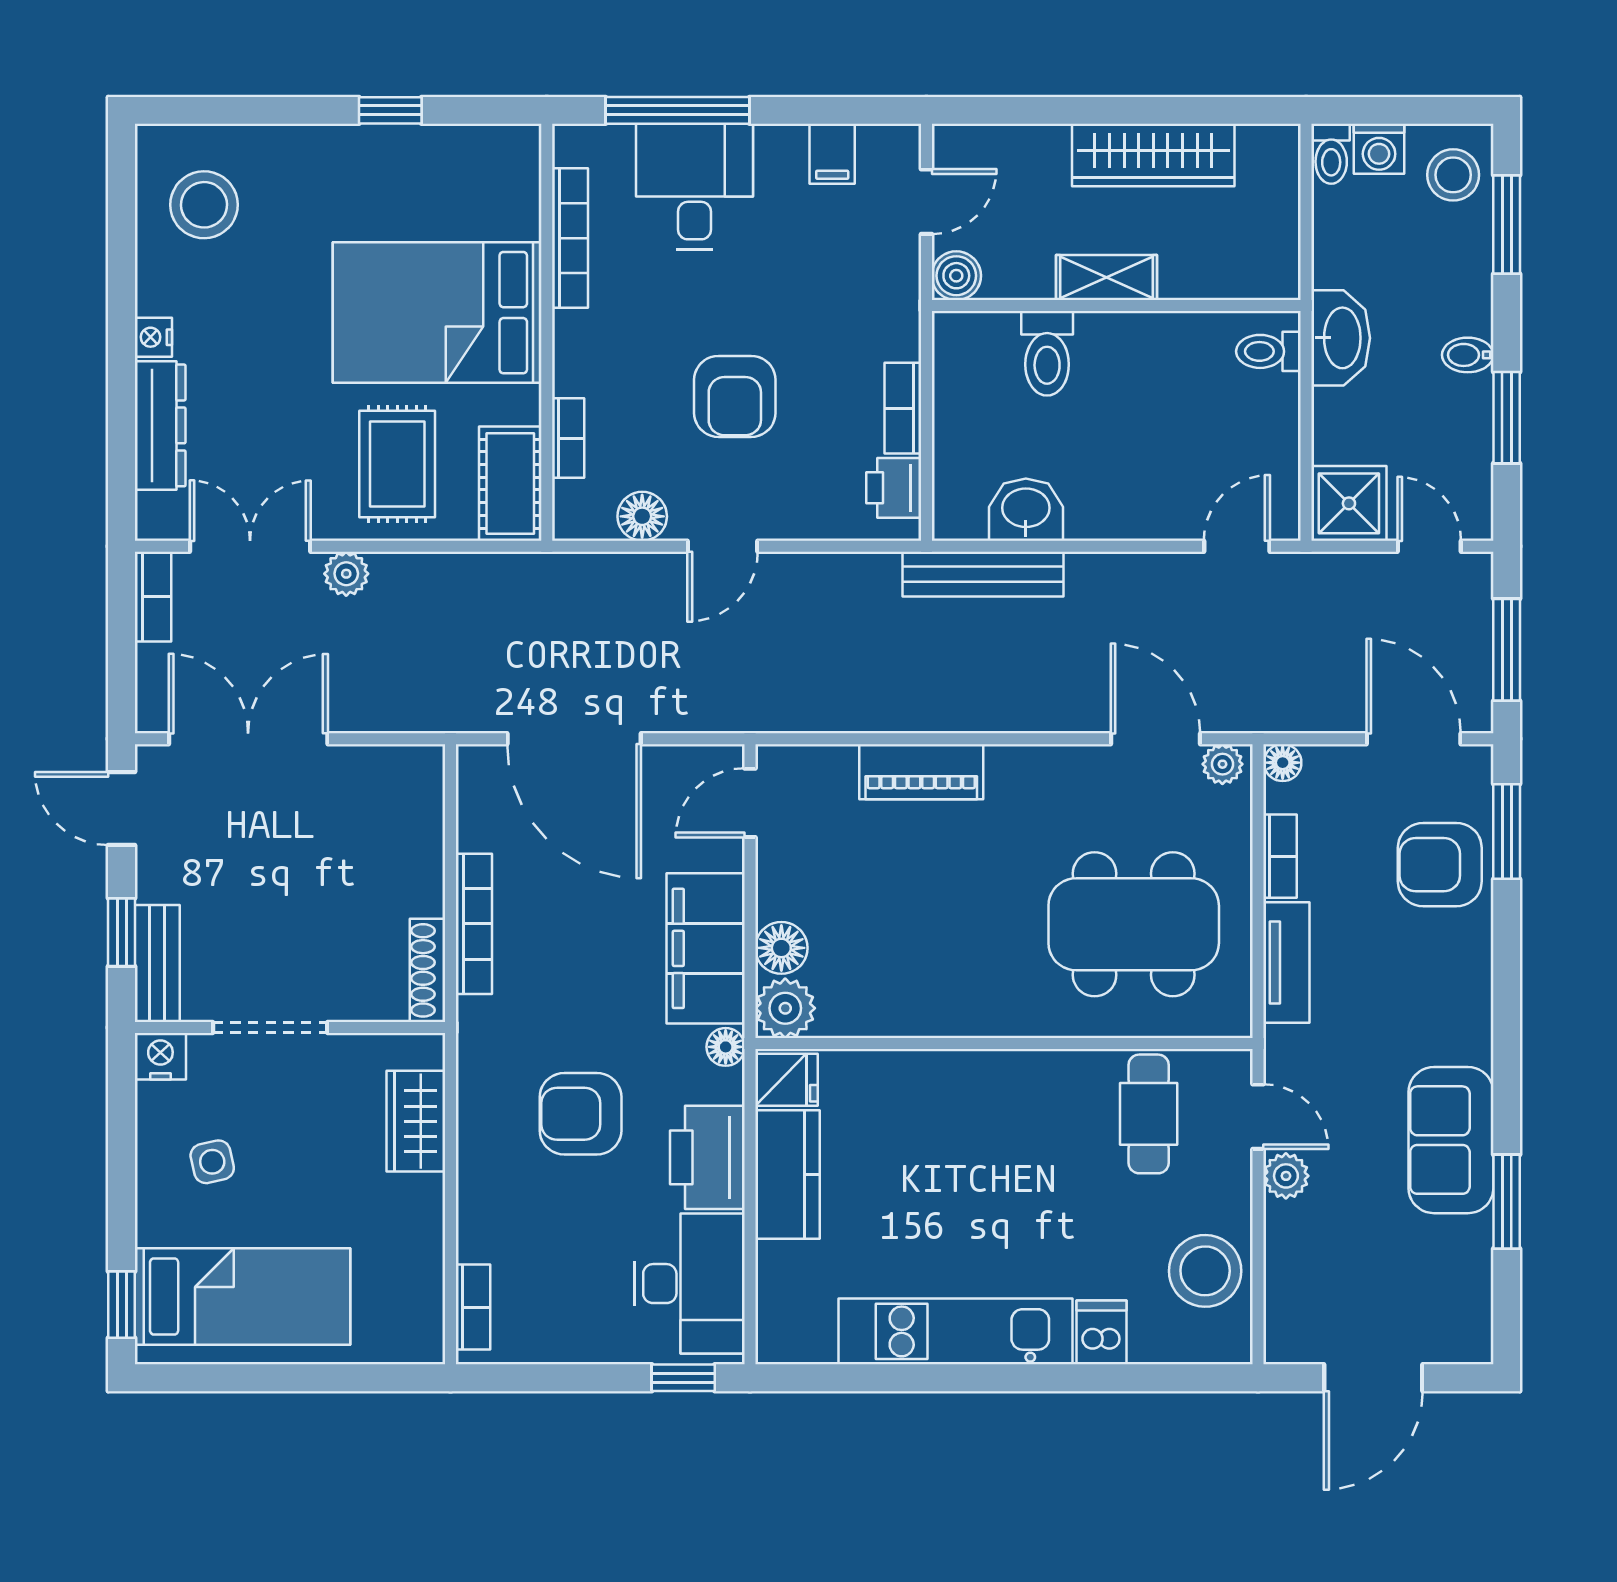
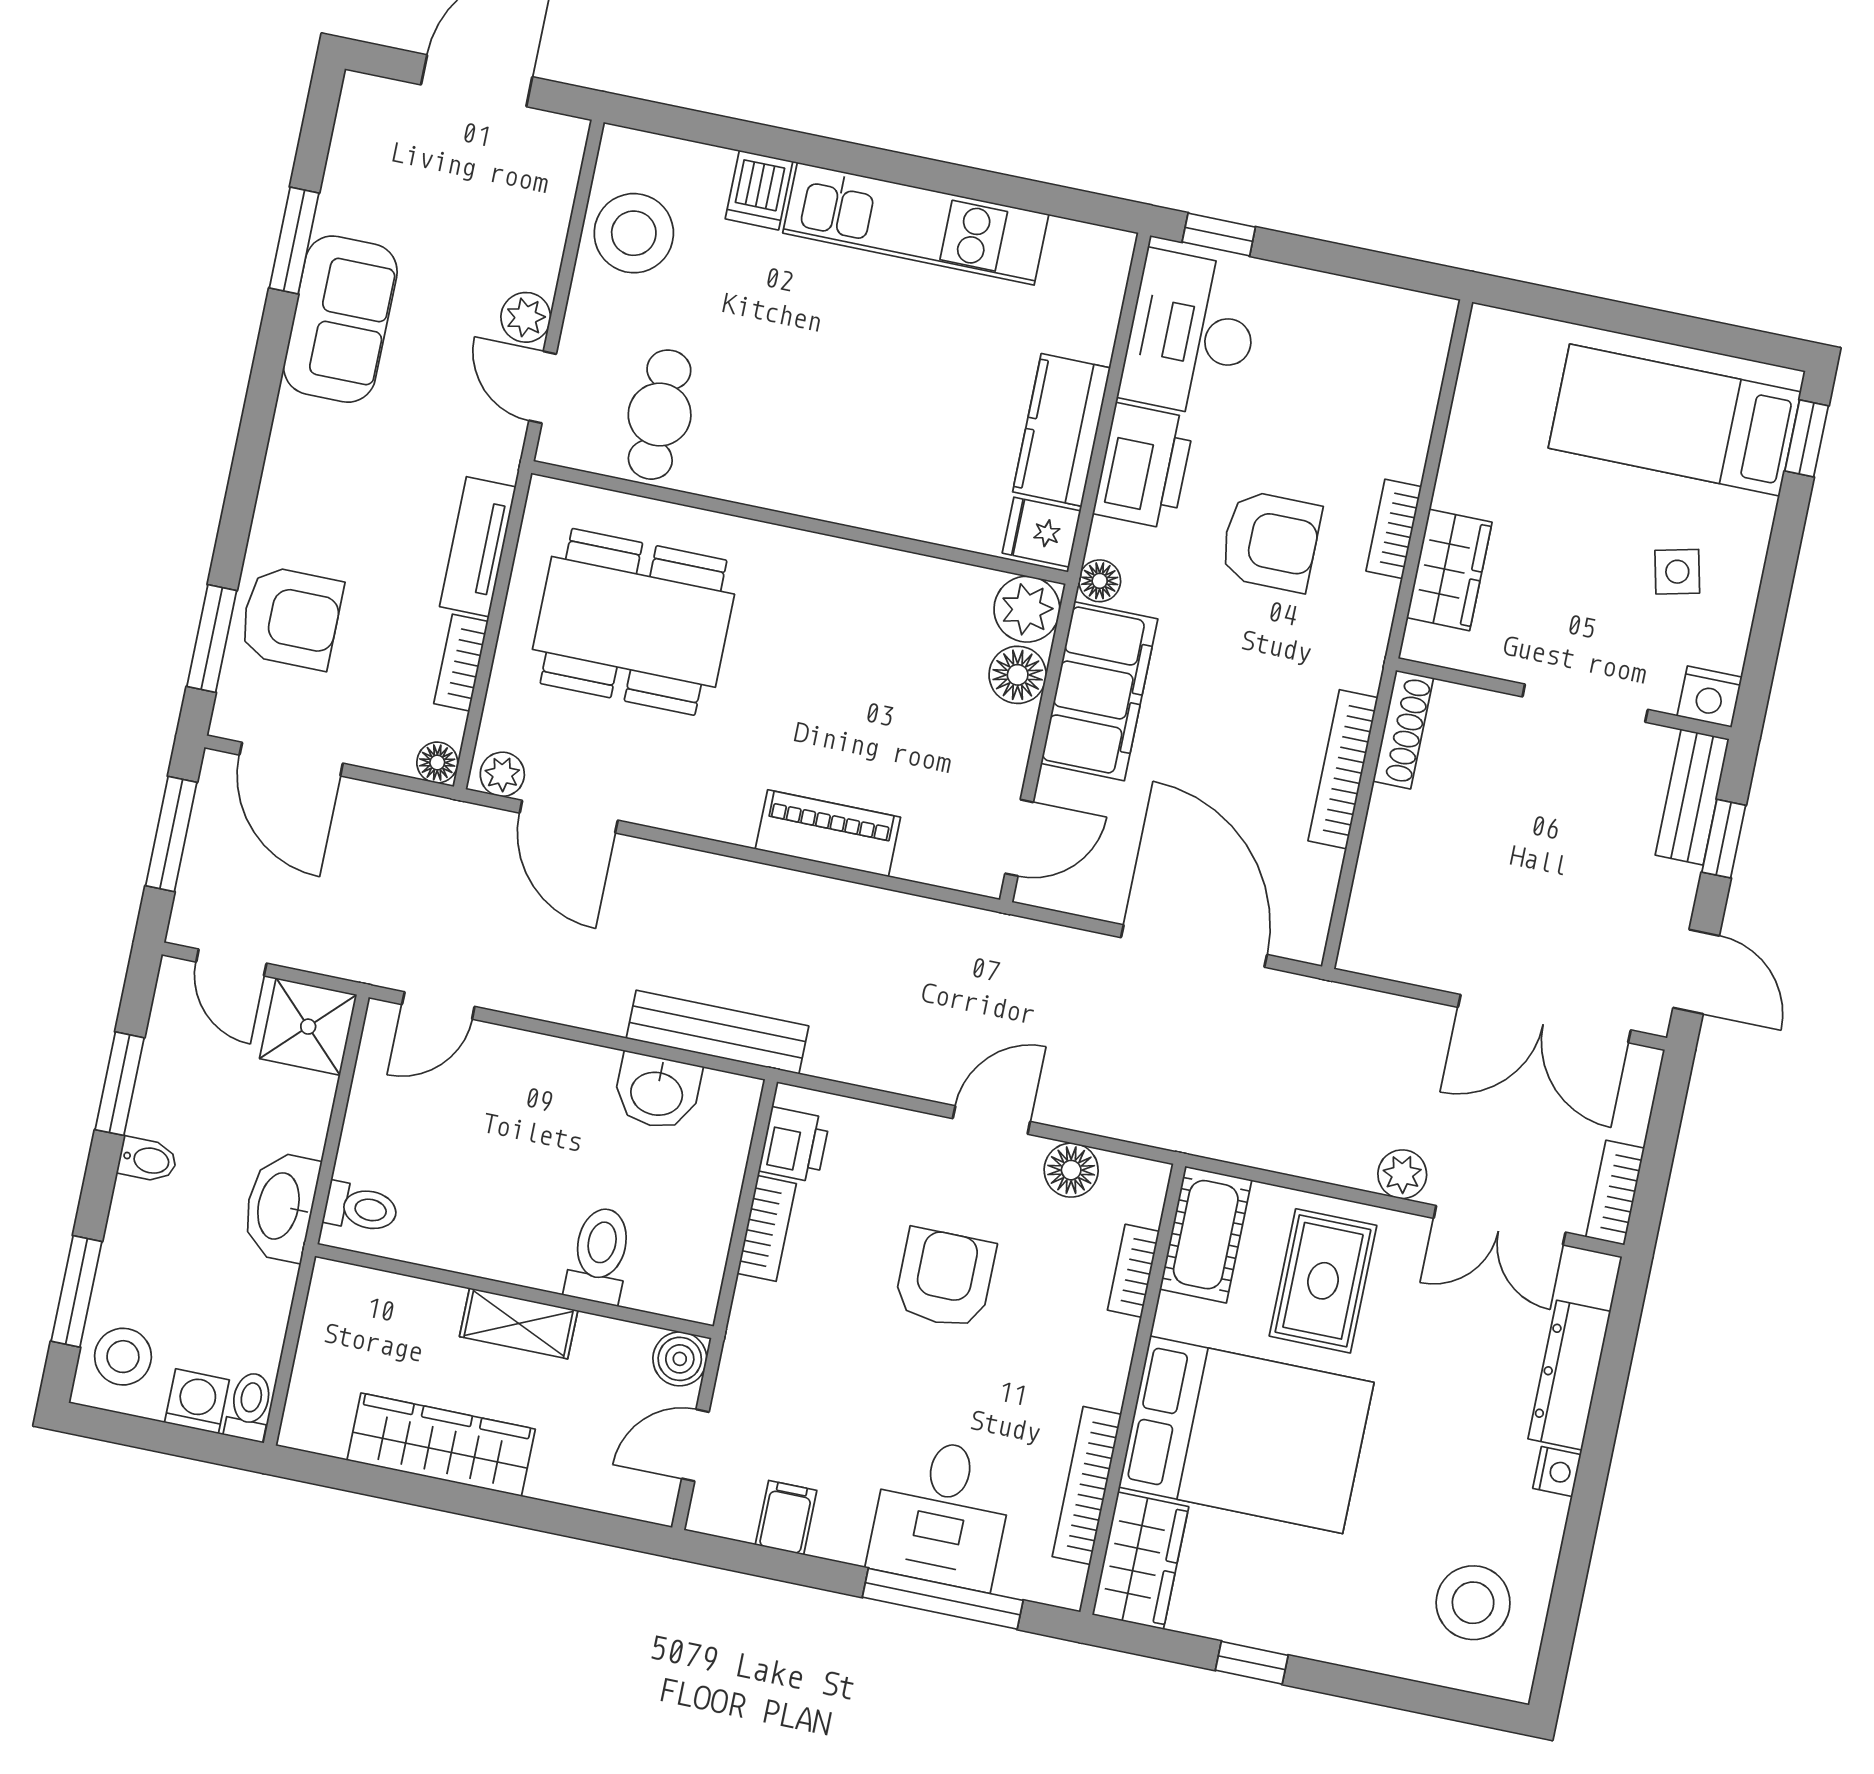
wardrobe: (508, 181) -> (1140, 1561), added
bookcase: (473, 1307) -> (1394, 529), moved

